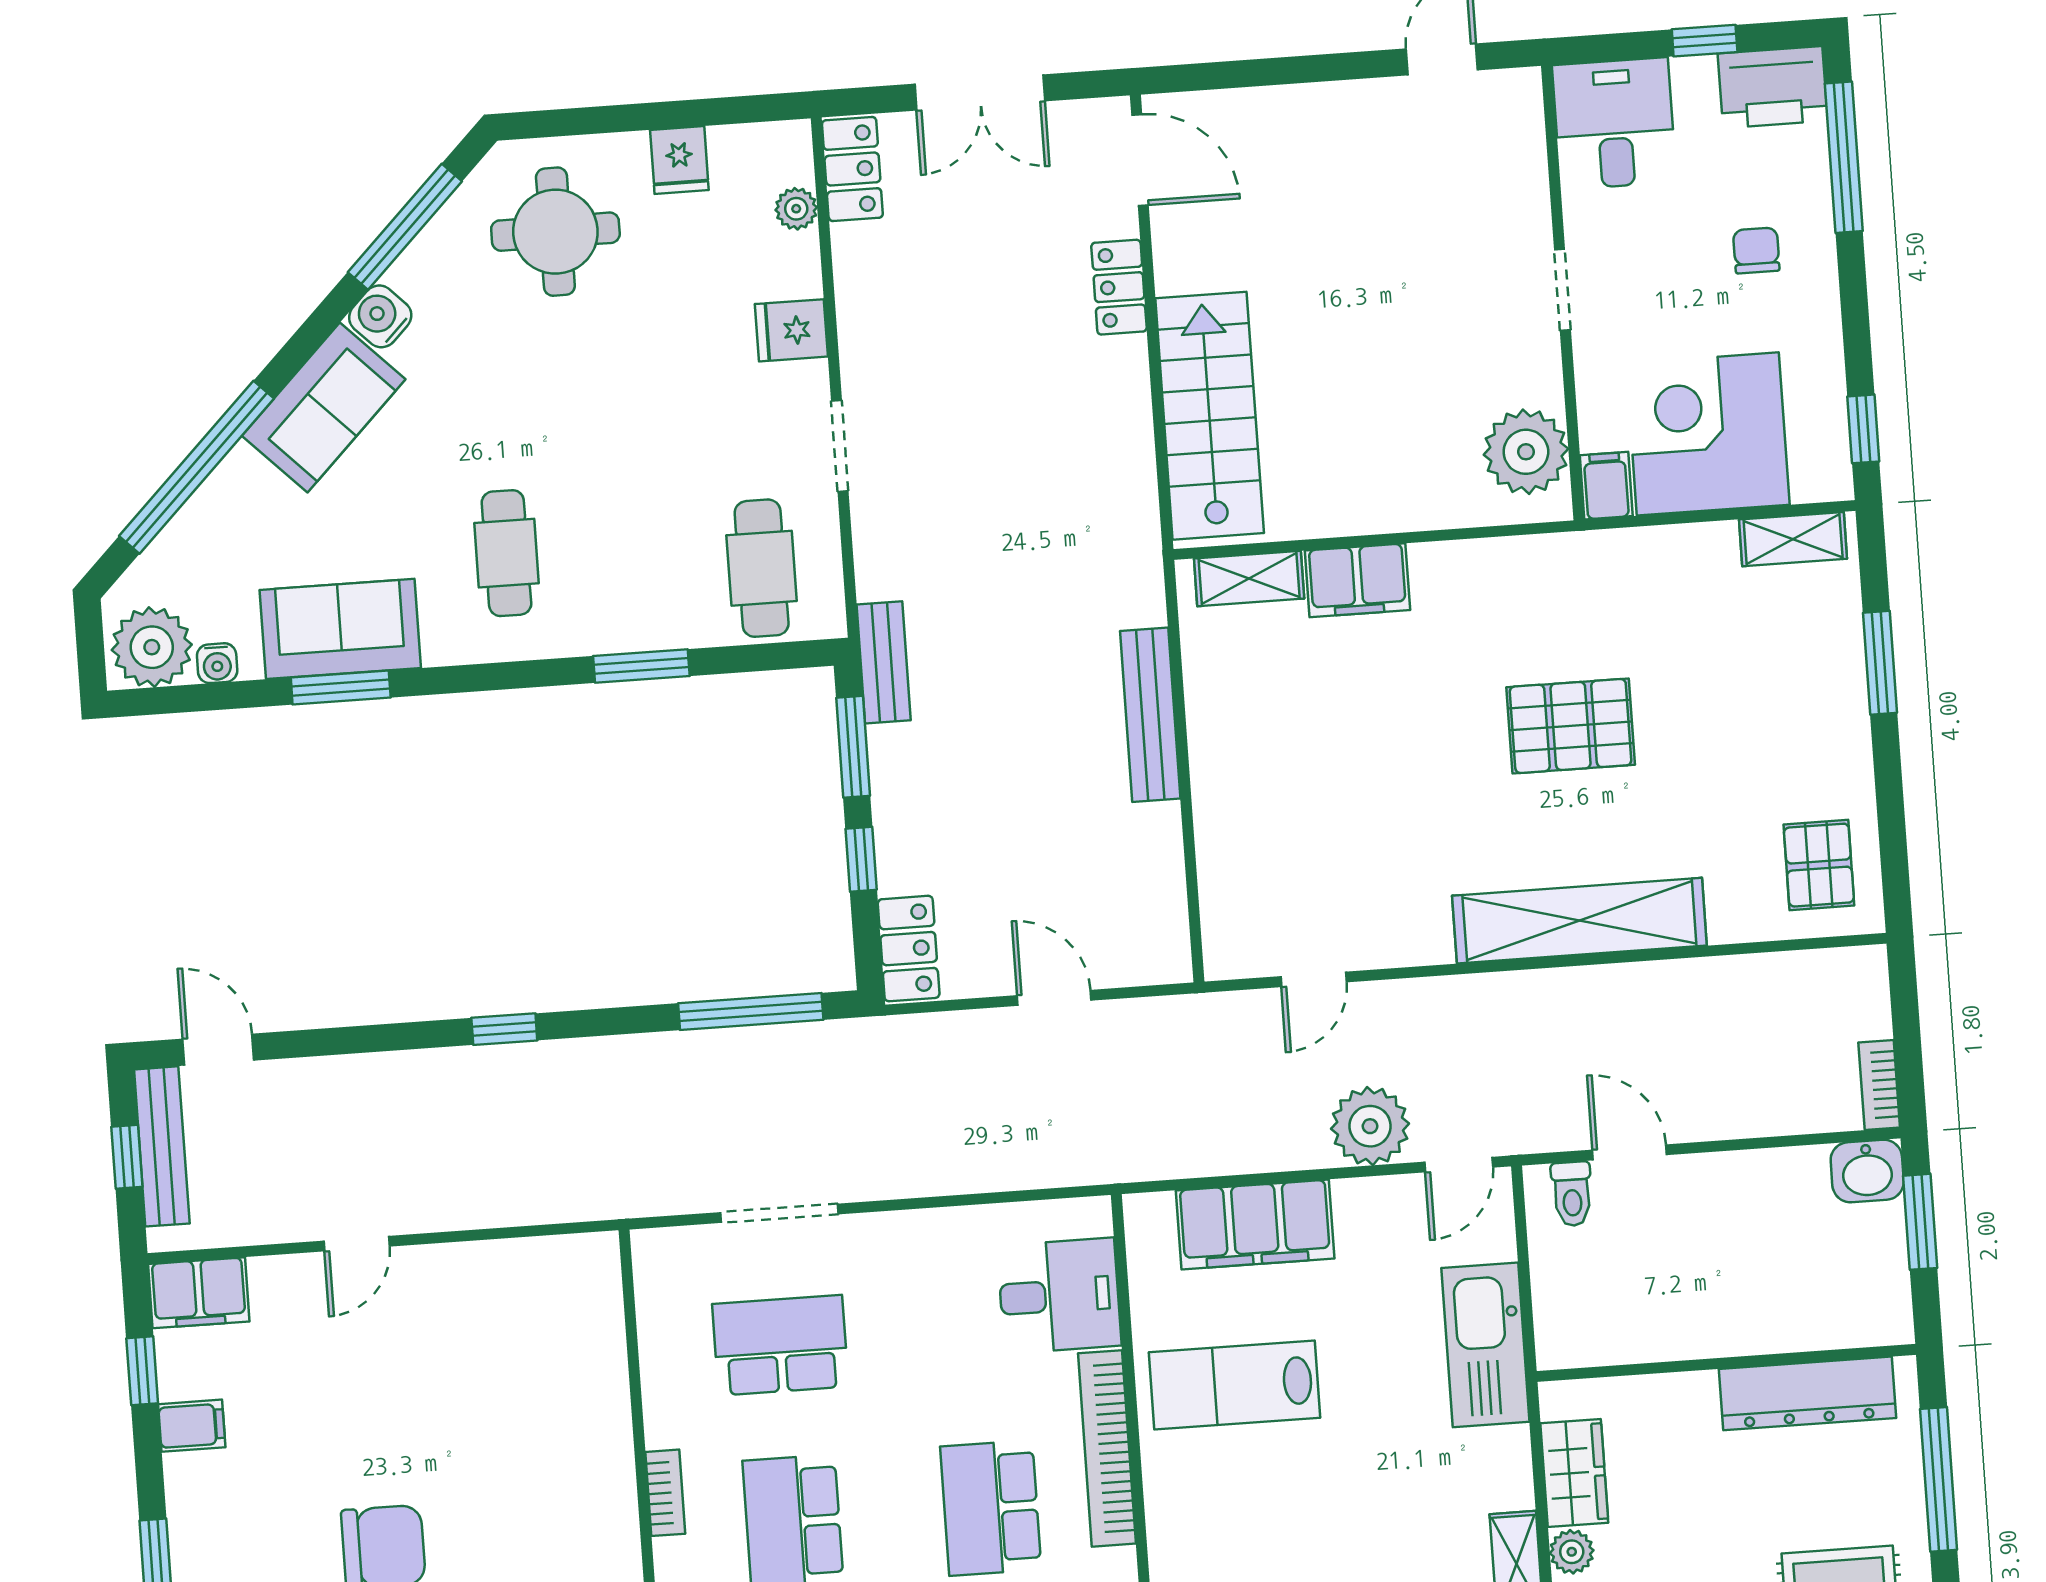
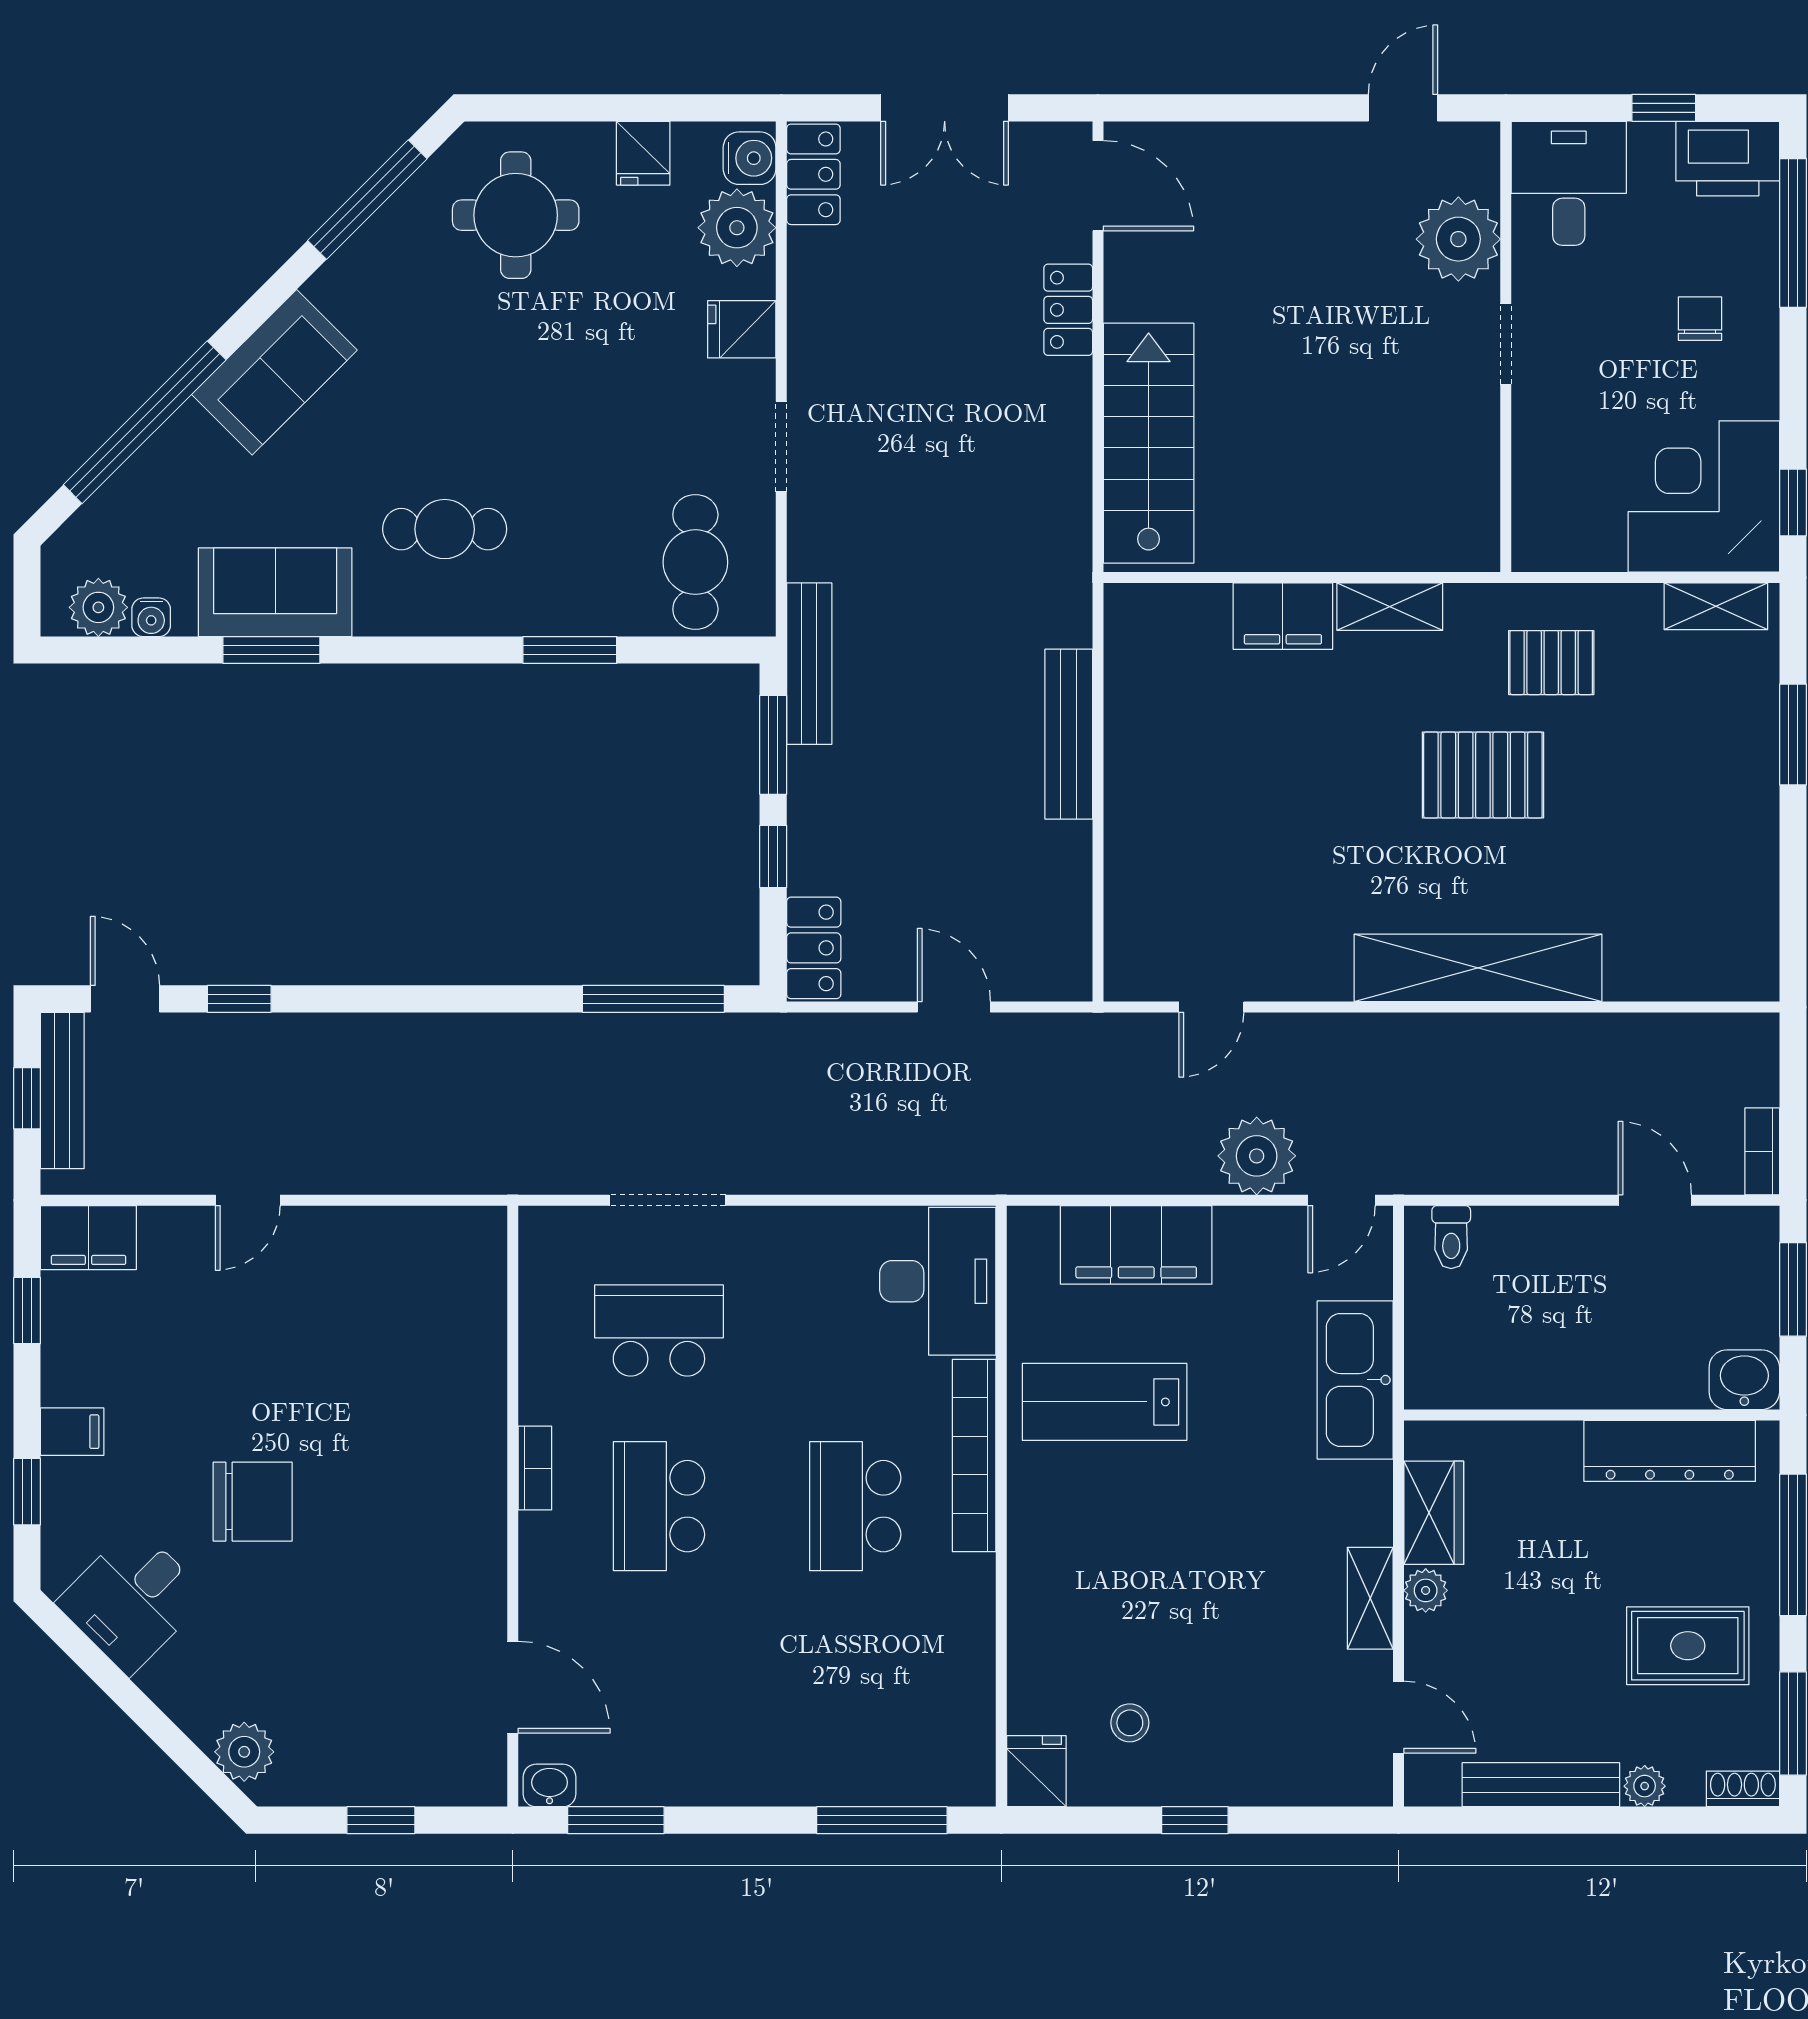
plant: (796, 209) -> (737, 228), width x1.88, depth x1.88
water cooler: (380, 316) -> (750, 158), moved, turned 135
corner desk: (1708, 434) -> (1704, 496), moved
plant: (1526, 452) -> (1458, 239), moved
filing cabinet: (1606, 486) -> (1535, 540), removed
cafe table: (506, 553) -> (445, 529), turned 90
shelving: (1249, 579) -> (1390, 607), moved
plant: (152, 647) -> (98, 607), width x0.73, depth x0.73
bench: (884, 662) -> (809, 664), width x1.36
pallet: (1819, 865) -> (1551, 663), moved, turned 90
window: (504, 1029) -> (239, 999), moved
door: (1630, 1152) -> (1655, 1200), moved
washbasin: (1867, 1171) -> (1744, 1380), moved, turned 180
desk: (1059, 1296) -> (938, 1281), width x1.37
filing cabinet: (192, 1426) -> (72, 1432), moved

